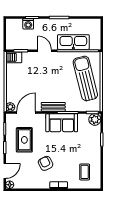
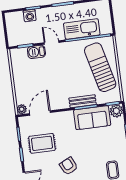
barbecue: (14, 57) -> (36, 52), moved
bench: (53, 107) -> (83, 101), moved
sofa: (62, 123) -> (92, 118), moved
rug: (24, 140) -> (42, 143), turned 90

